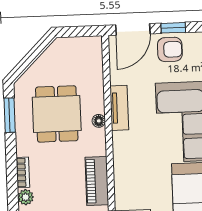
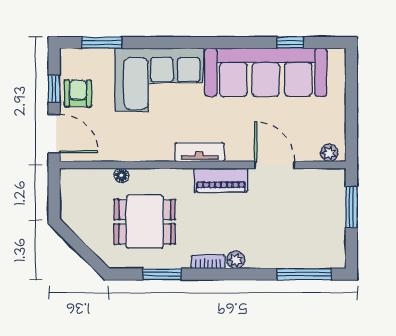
tv unit: (119, 108) -> (199, 152), moved
window: (10, 115) -> (162, 274), moved
floor lamp: (99, 121) -> (121, 175), moved

